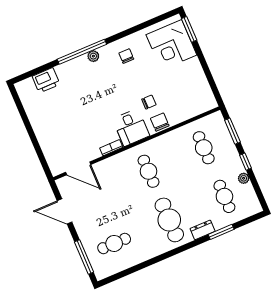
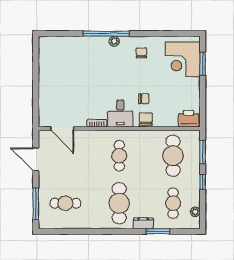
window: (189, 29) -> (203, 64), moved
printer: (46, 80) -> (189, 119), moved, turned 180
cafe table: (204, 148) -> (173, 156), width x1.37, depth x1.35
plant: (244, 178) -> (195, 212), moved

